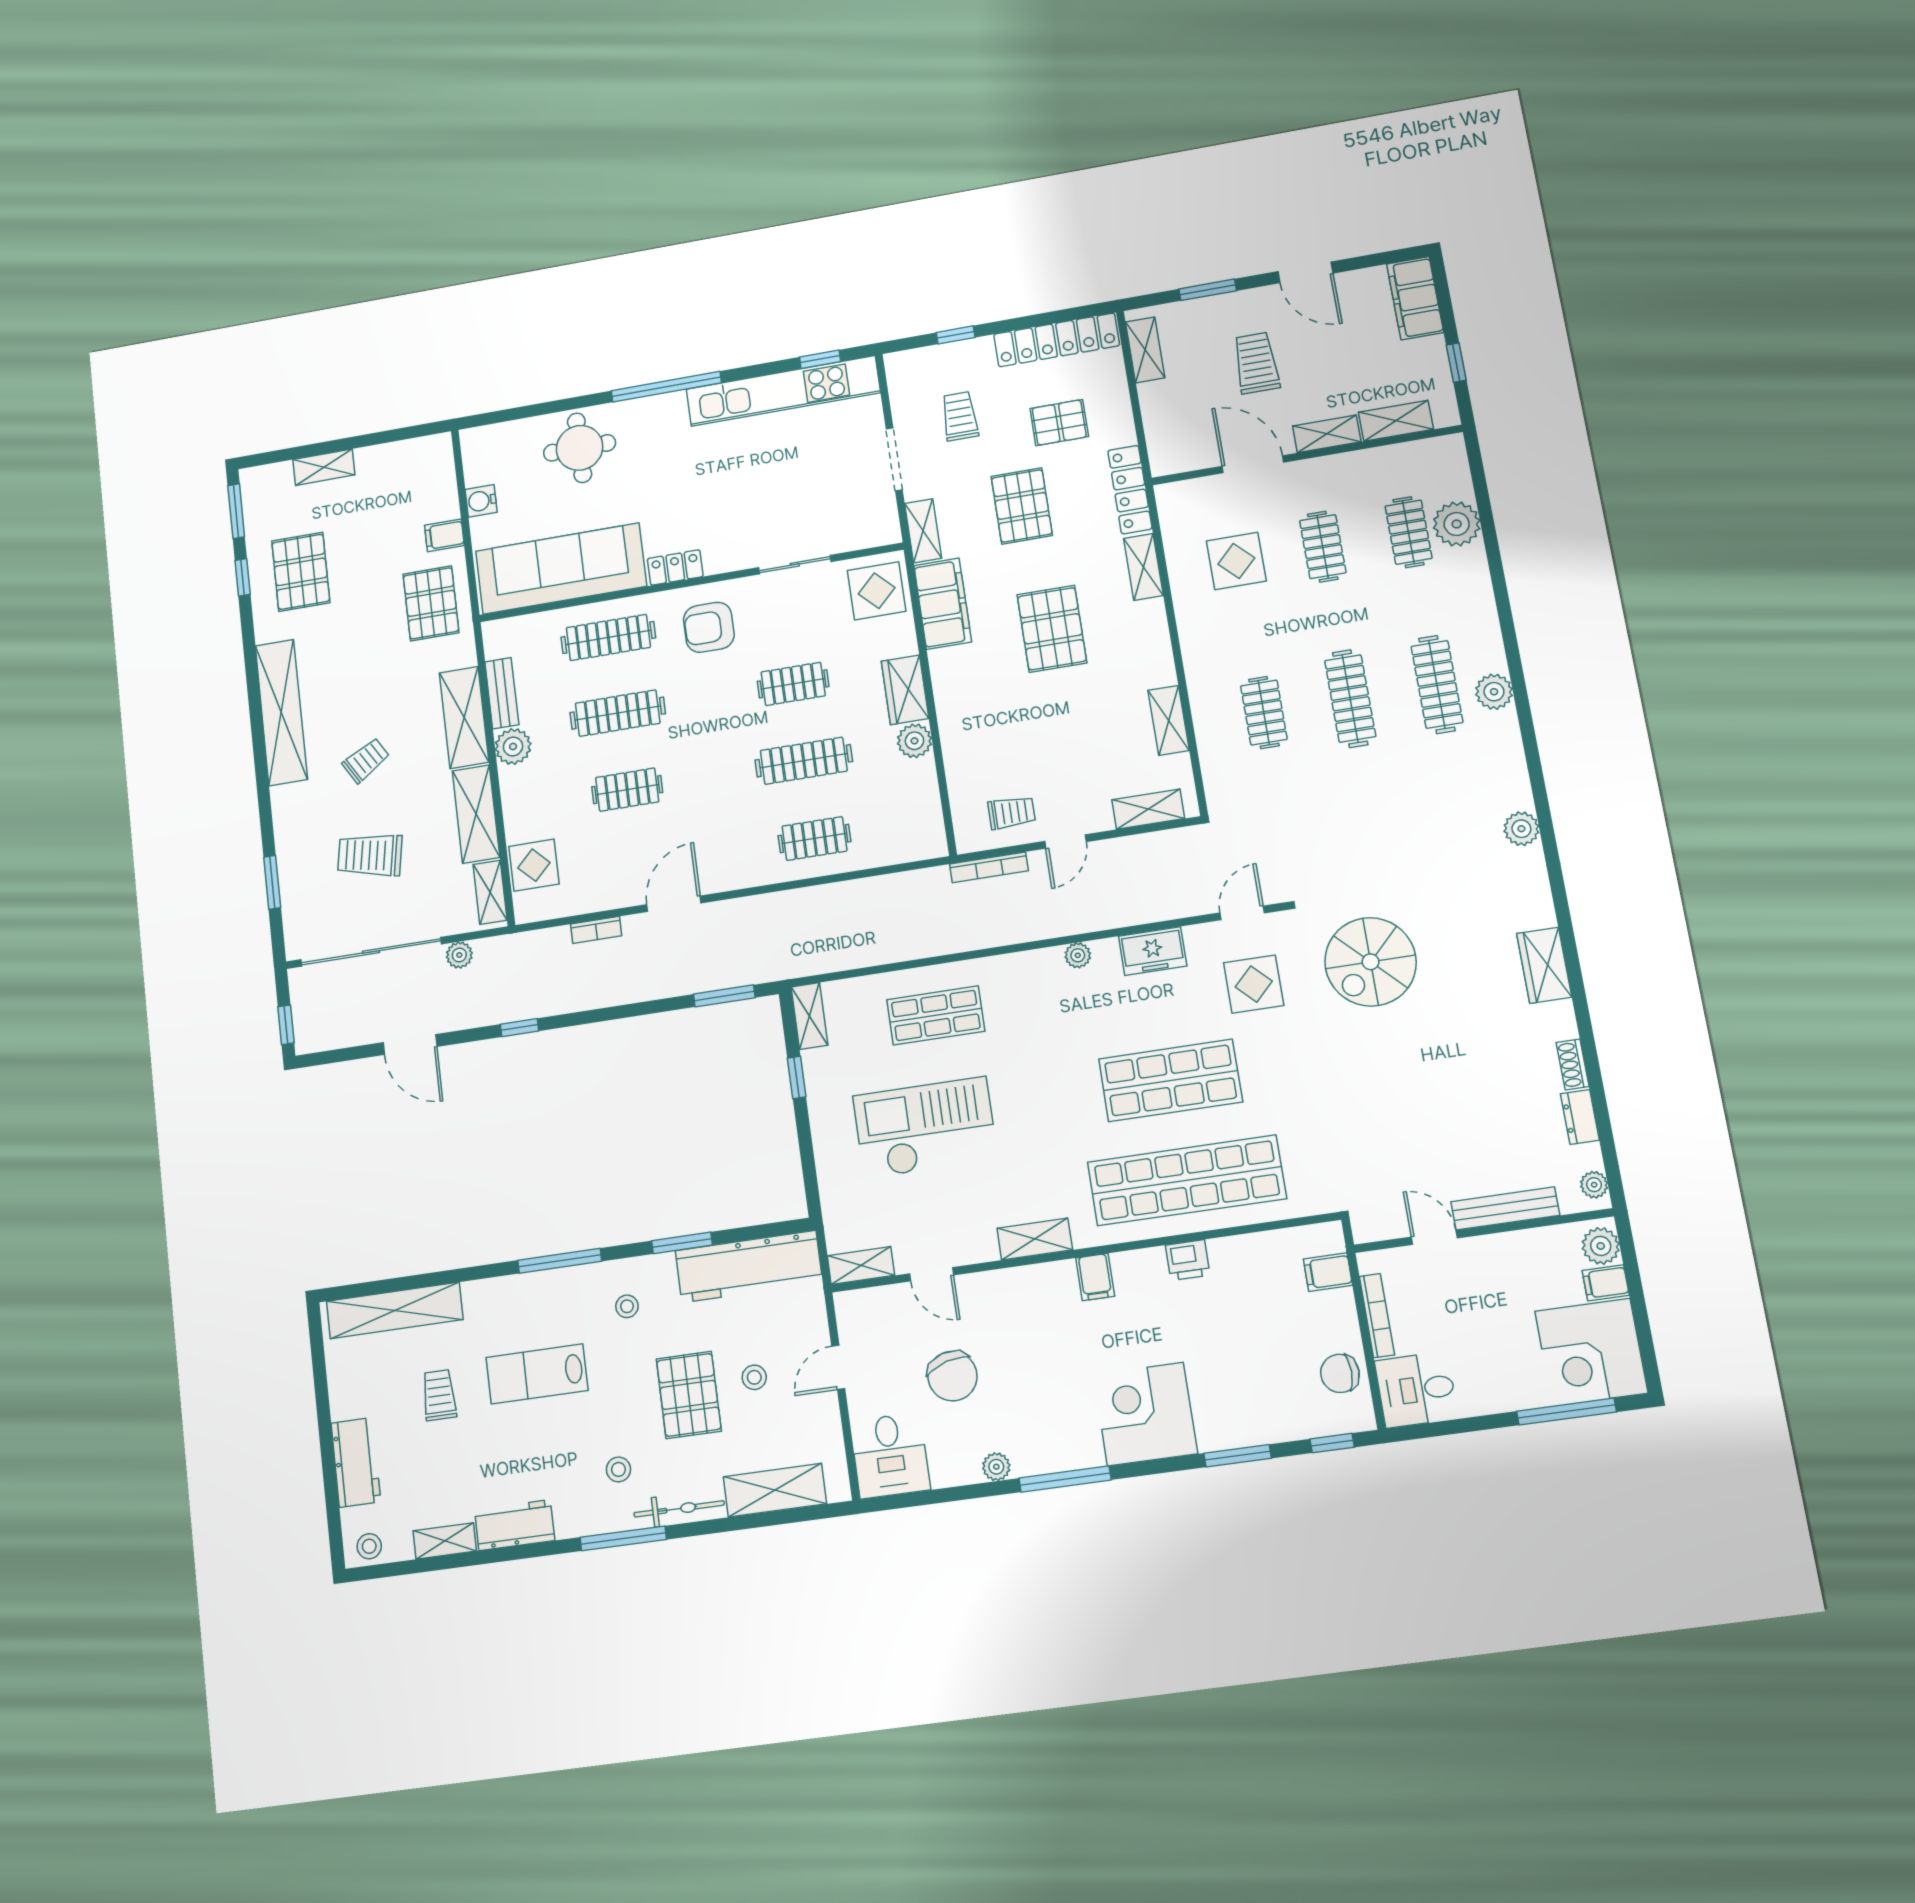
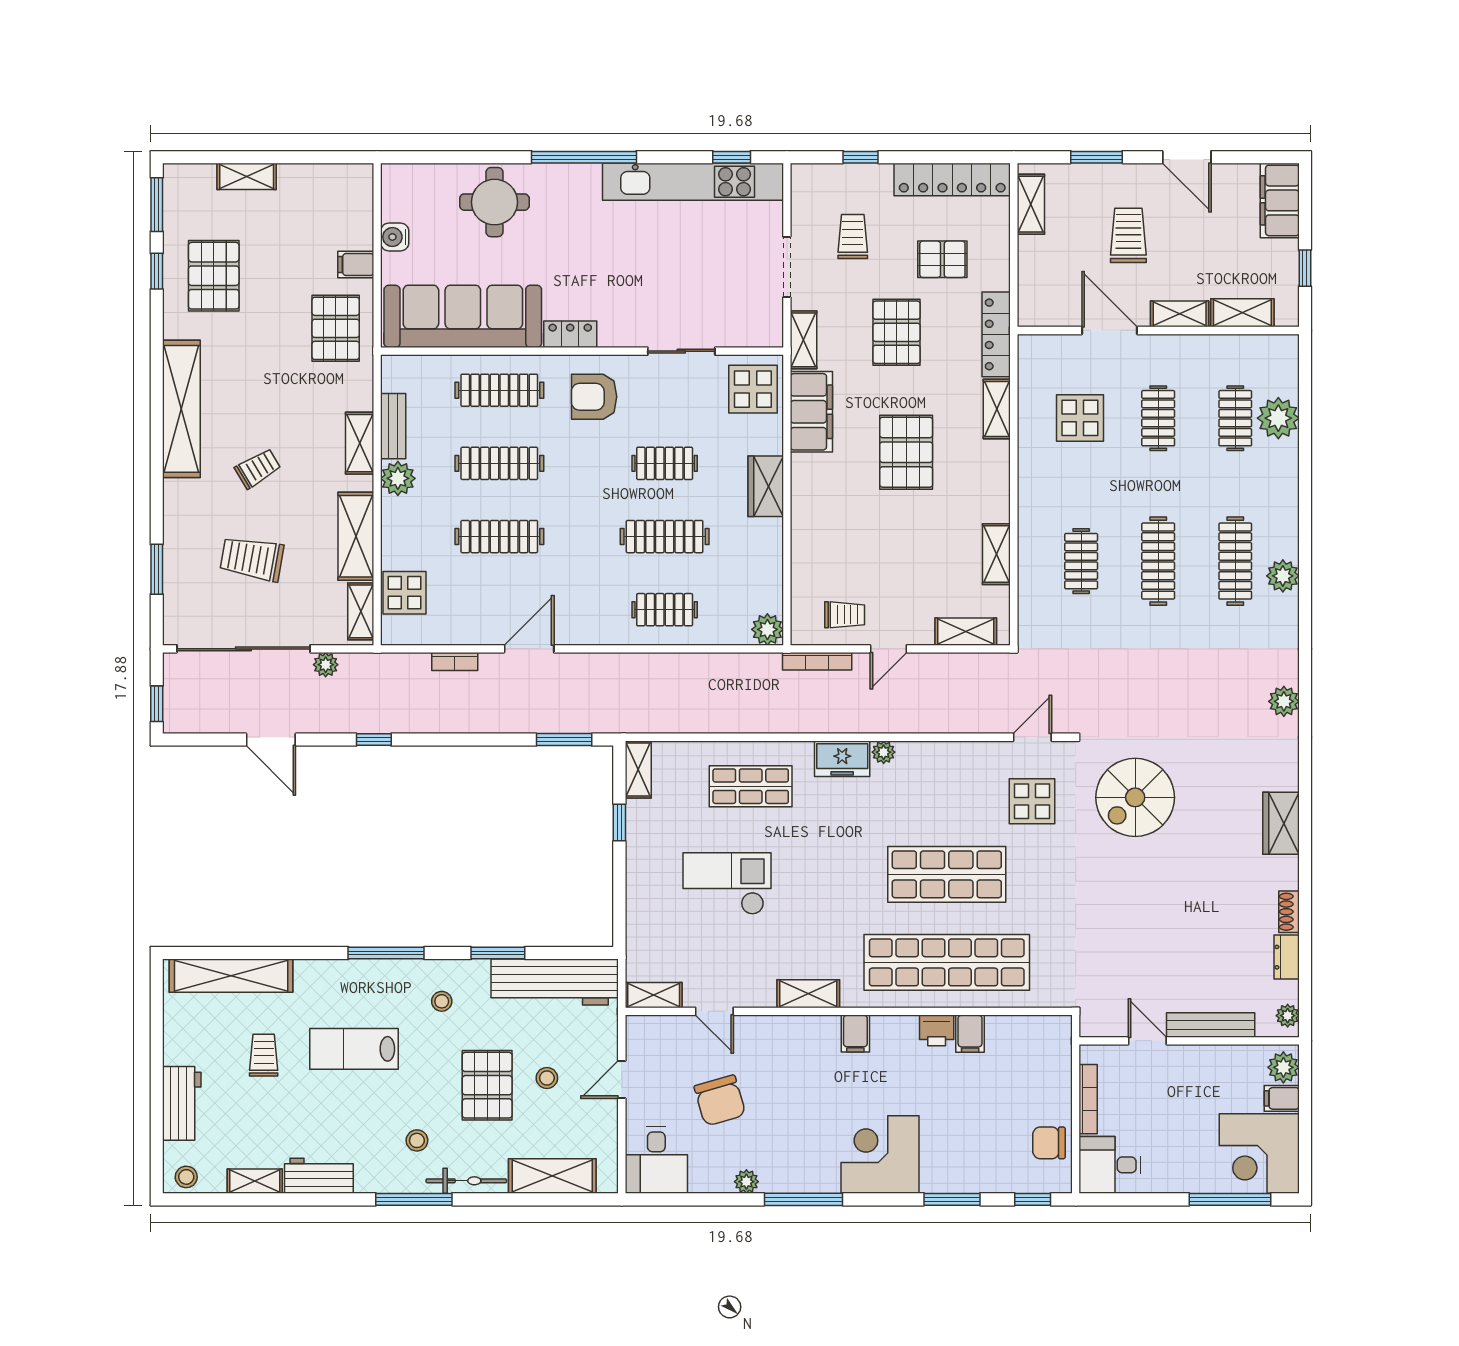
shelving: (464, 717) -> (360, 443), width x0.67, depth x0.75
plant: (914, 741) -> (767, 629), moved
clothes rail: (627, 790) -> (499, 537), width x1.36
freezer: (1153, 951) -> (842, 759), moved
checkout: (925, 1128) -> (727, 884), width x0.73, depth x0.83
filing cabinet: (1328, 1272) -> (970, 1034), moved, turned -90

